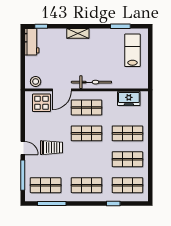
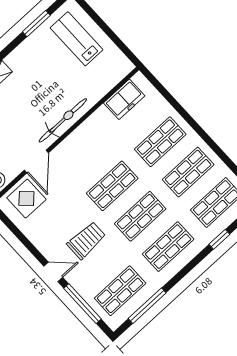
shop shelf: (87, 107) -> (140, 216), moved

